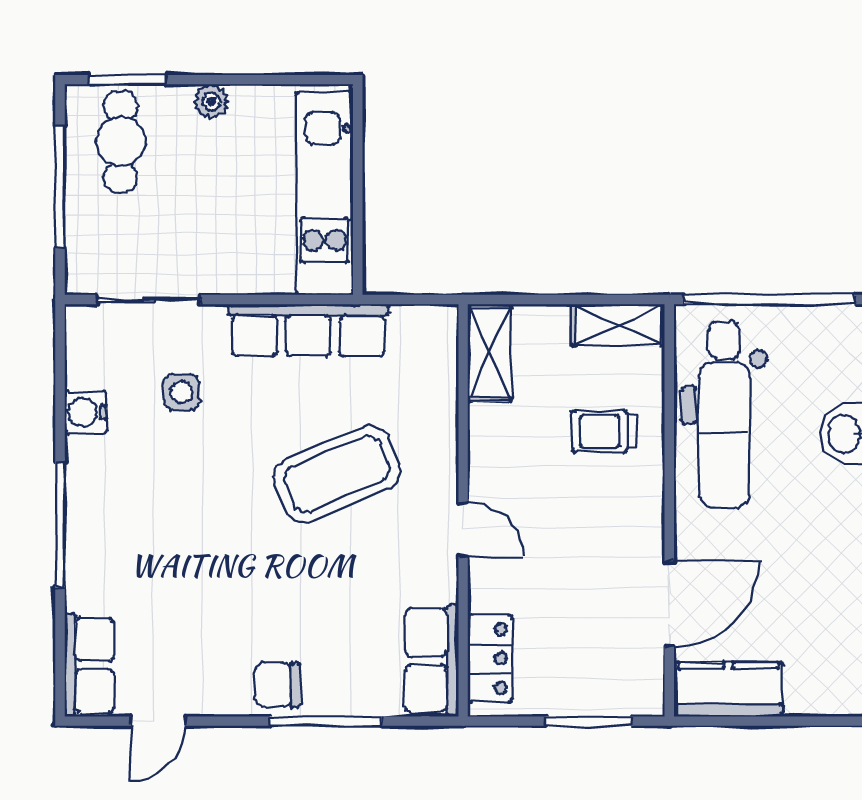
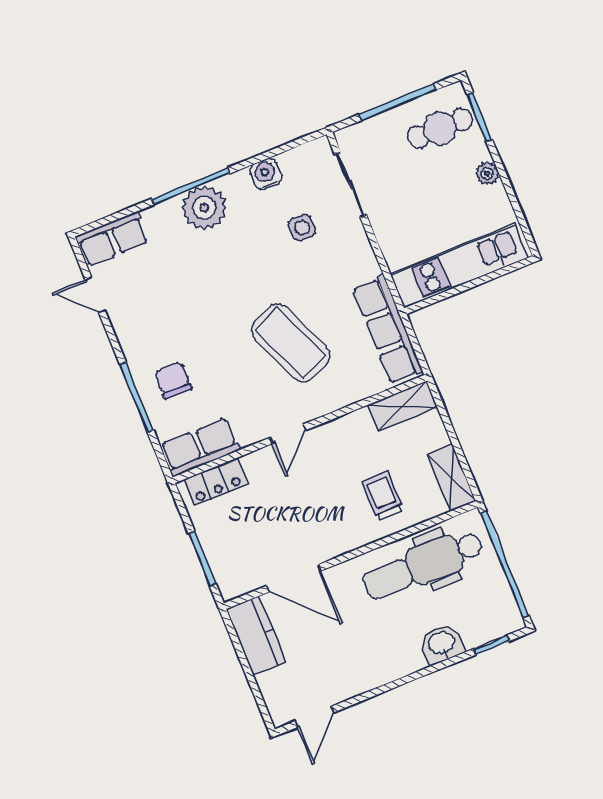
row of seats: (308, 330) -> (388, 330), moved
plant: (98, 518) -> (204, 208), added
chair: (277, 685) -> (173, 381), moved

